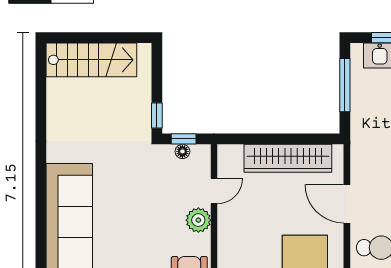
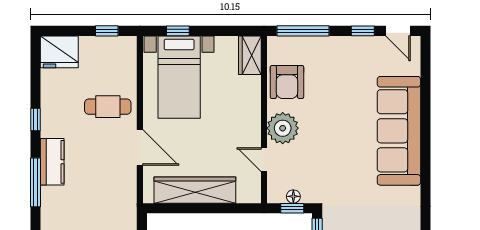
door: (214, 191) -> (264, 160), hinge flipped
plant: (198, 220) -> (283, 128), width x1.36, depth x1.36

